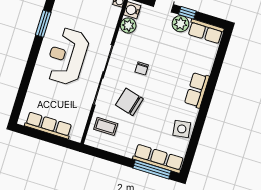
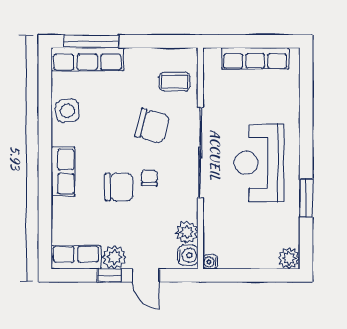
reception desk: (67, 56) -> (259, 163), turned 180
chair: (163, 69) -> (119, 187), added

